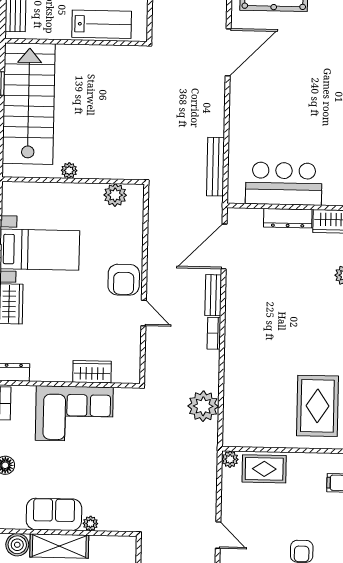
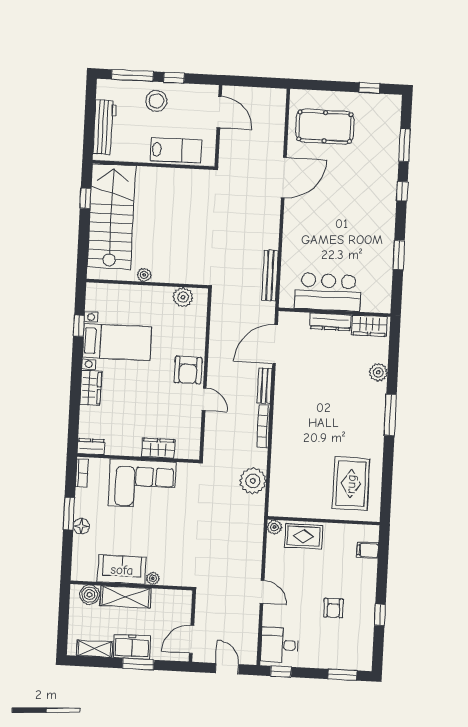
bookcase: (214, 333) -> (264, 426), width x1.56

